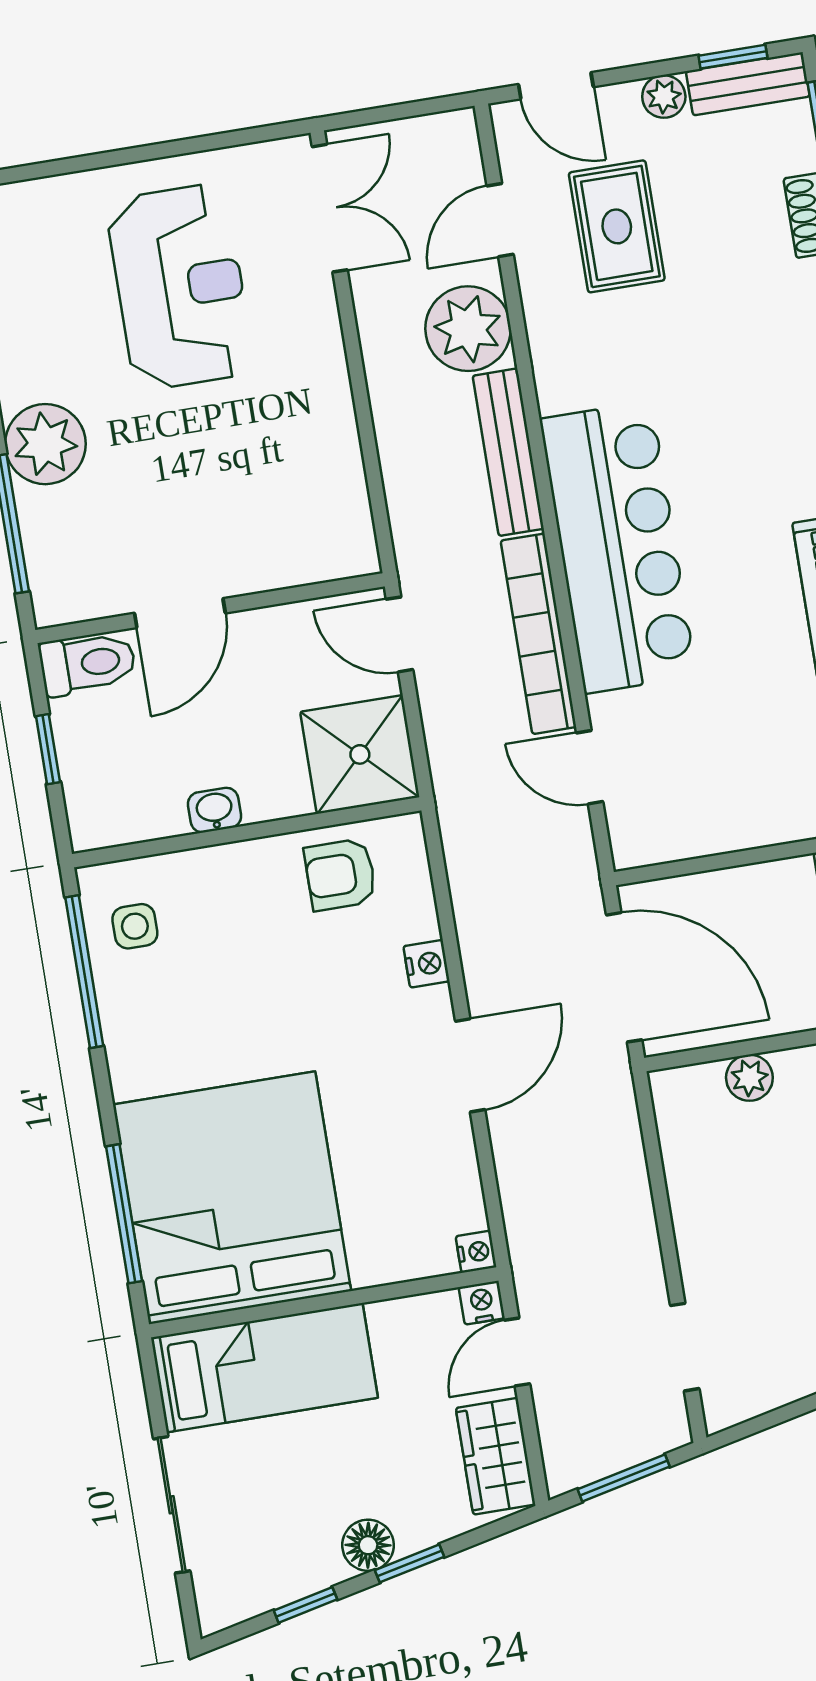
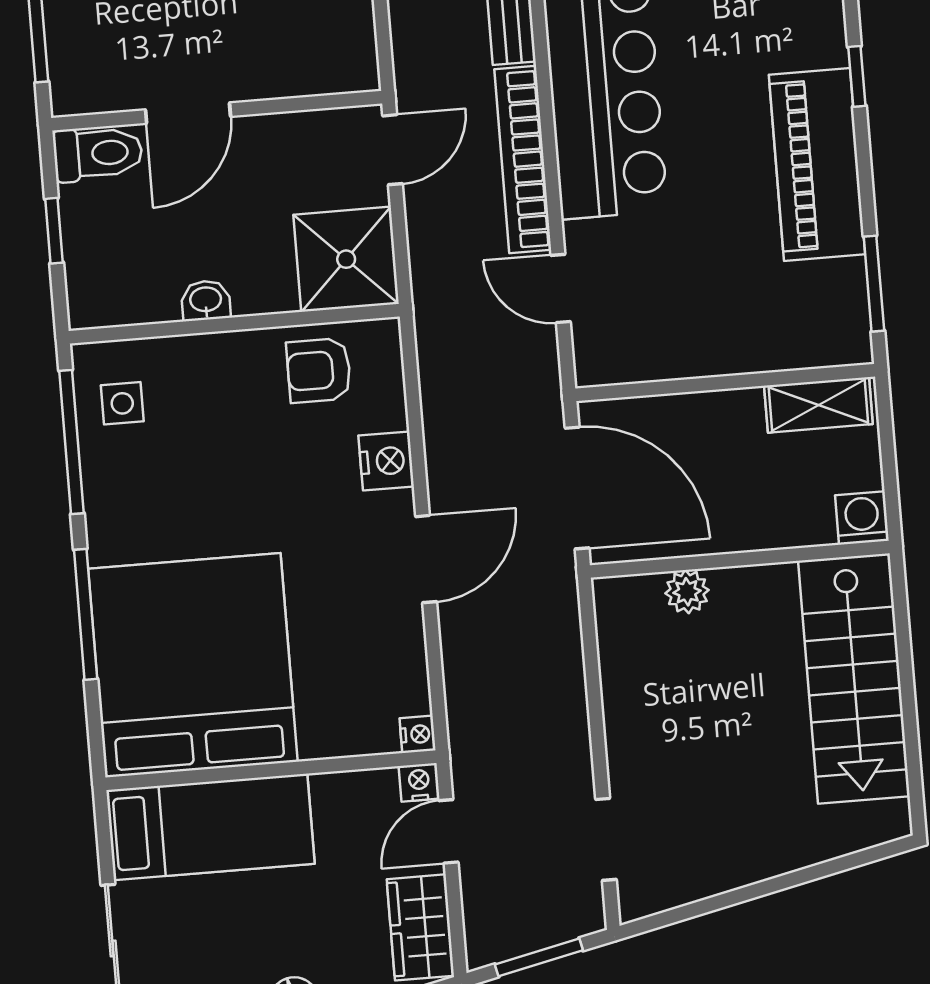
door: (400, 634) -> (392, 150), swing flipped
nightstand: (426, 964) -> (386, 461), width x1.39, depth x1.35
window: (124, 1214) -> (86, 614), moved

